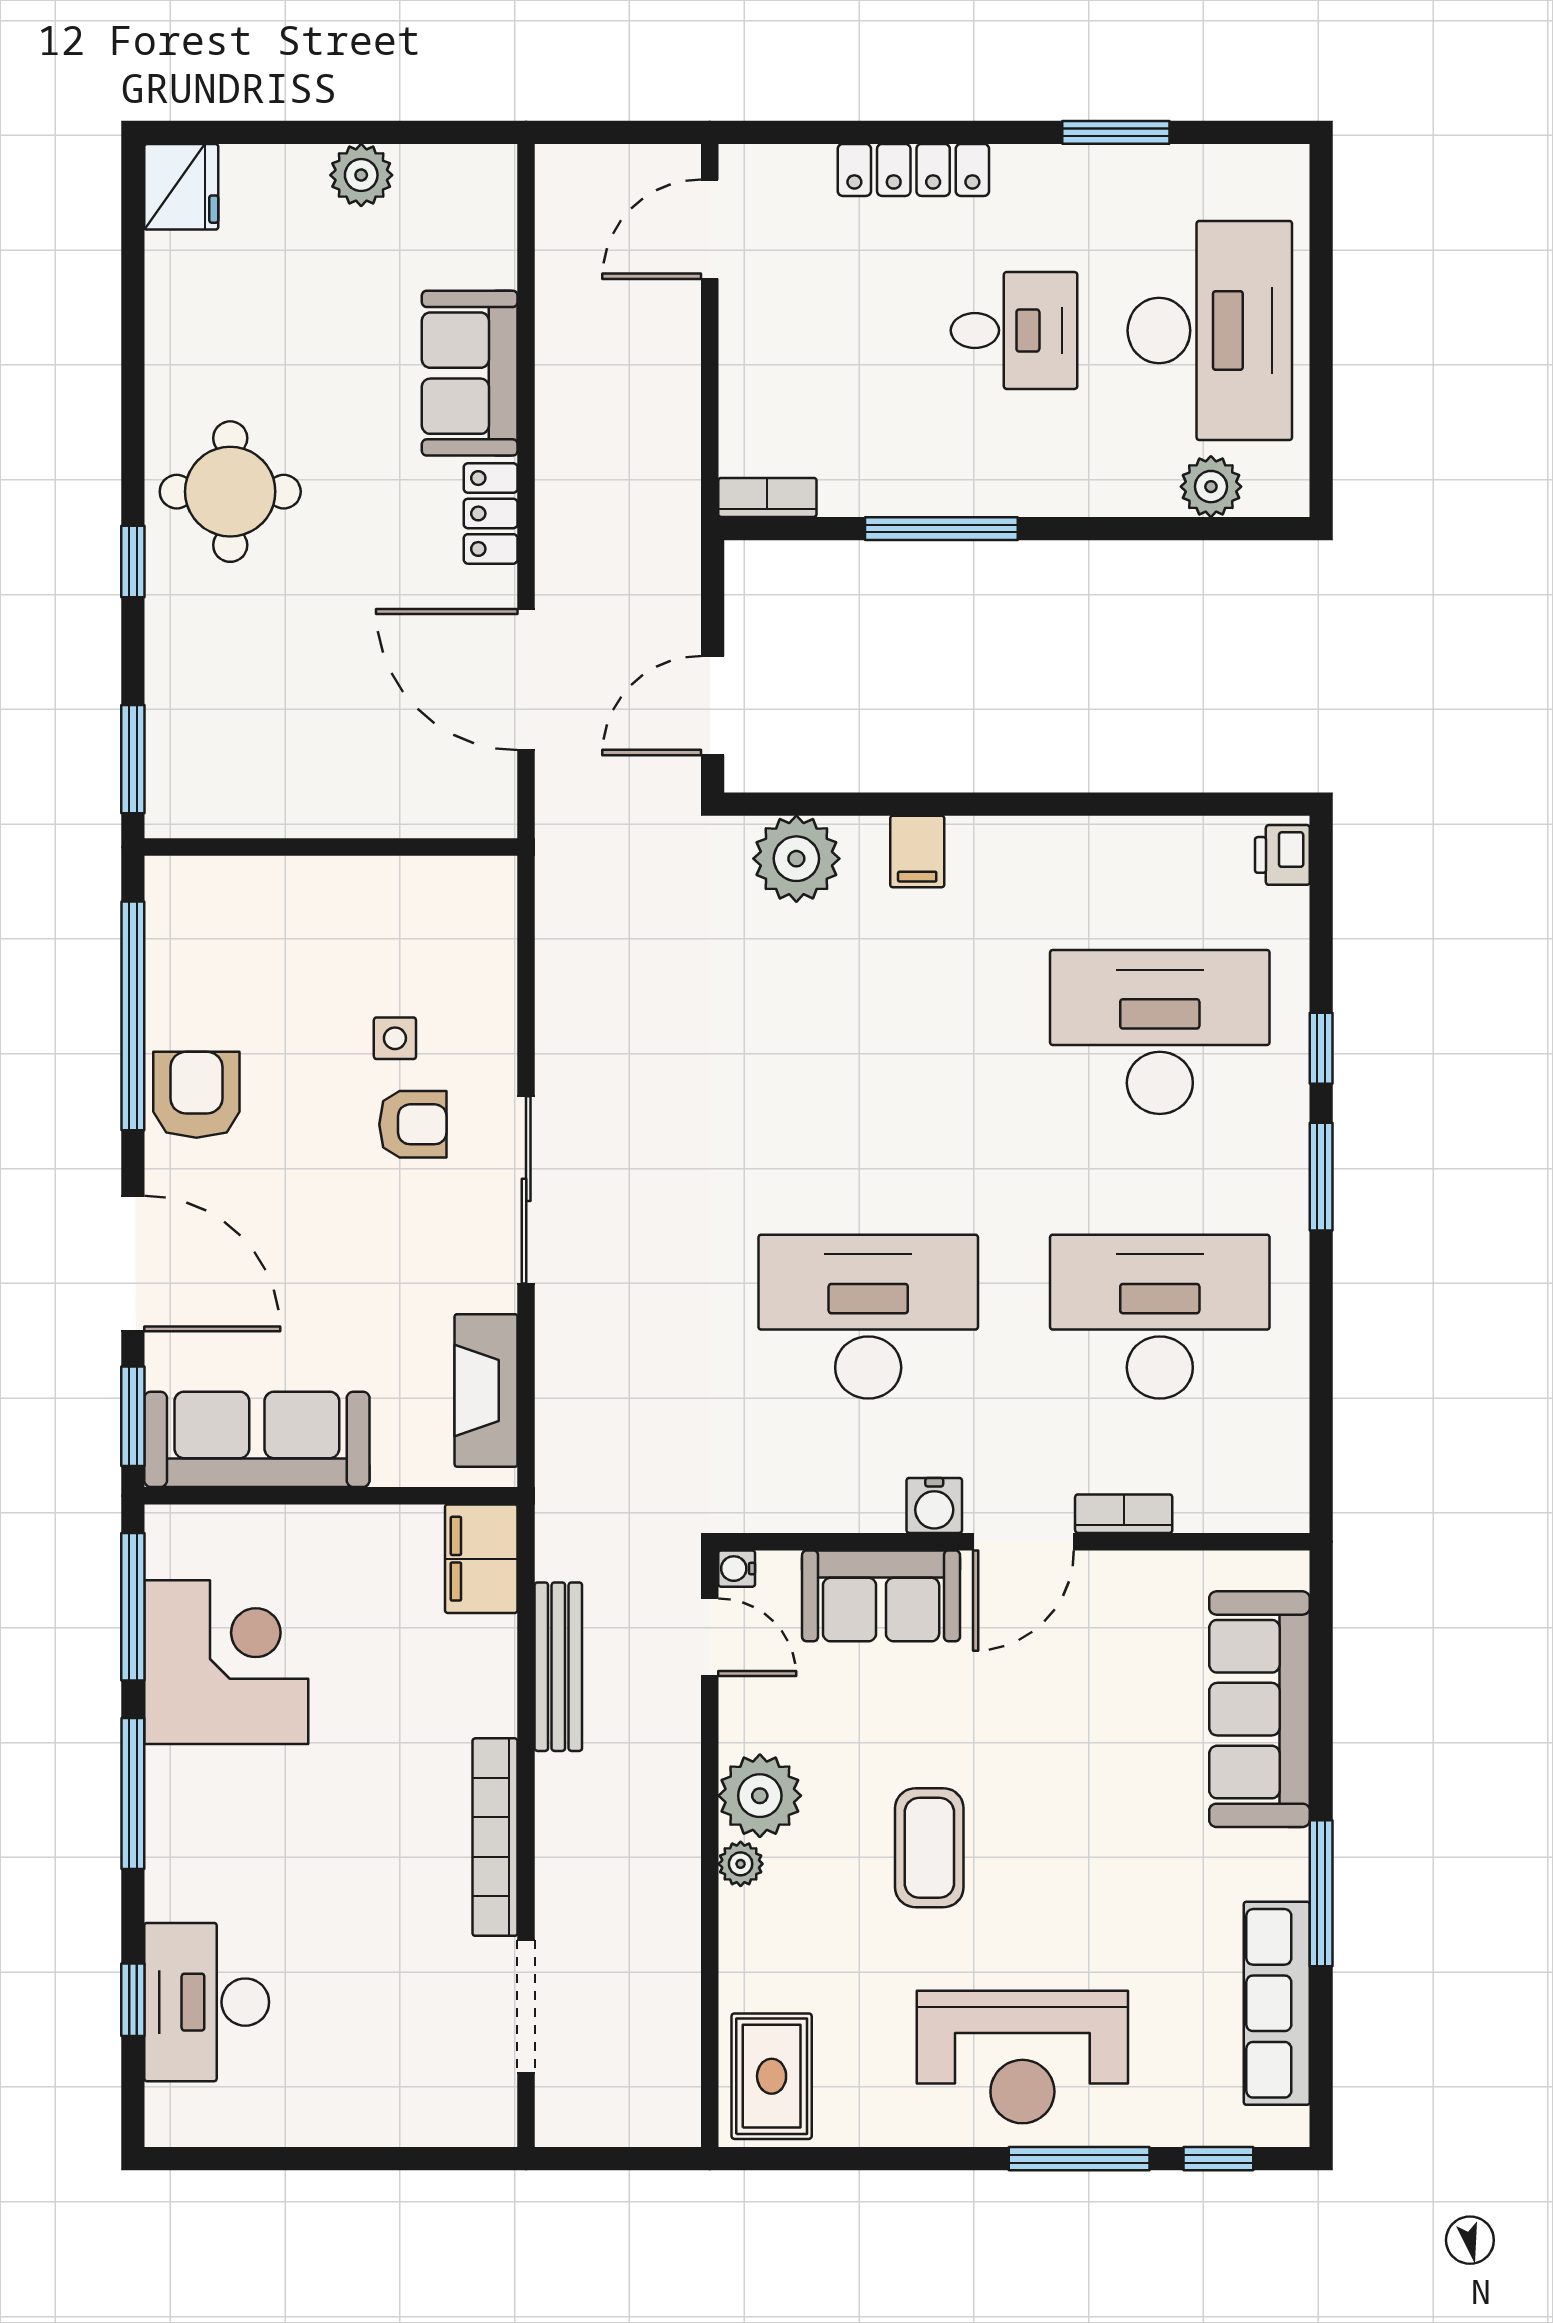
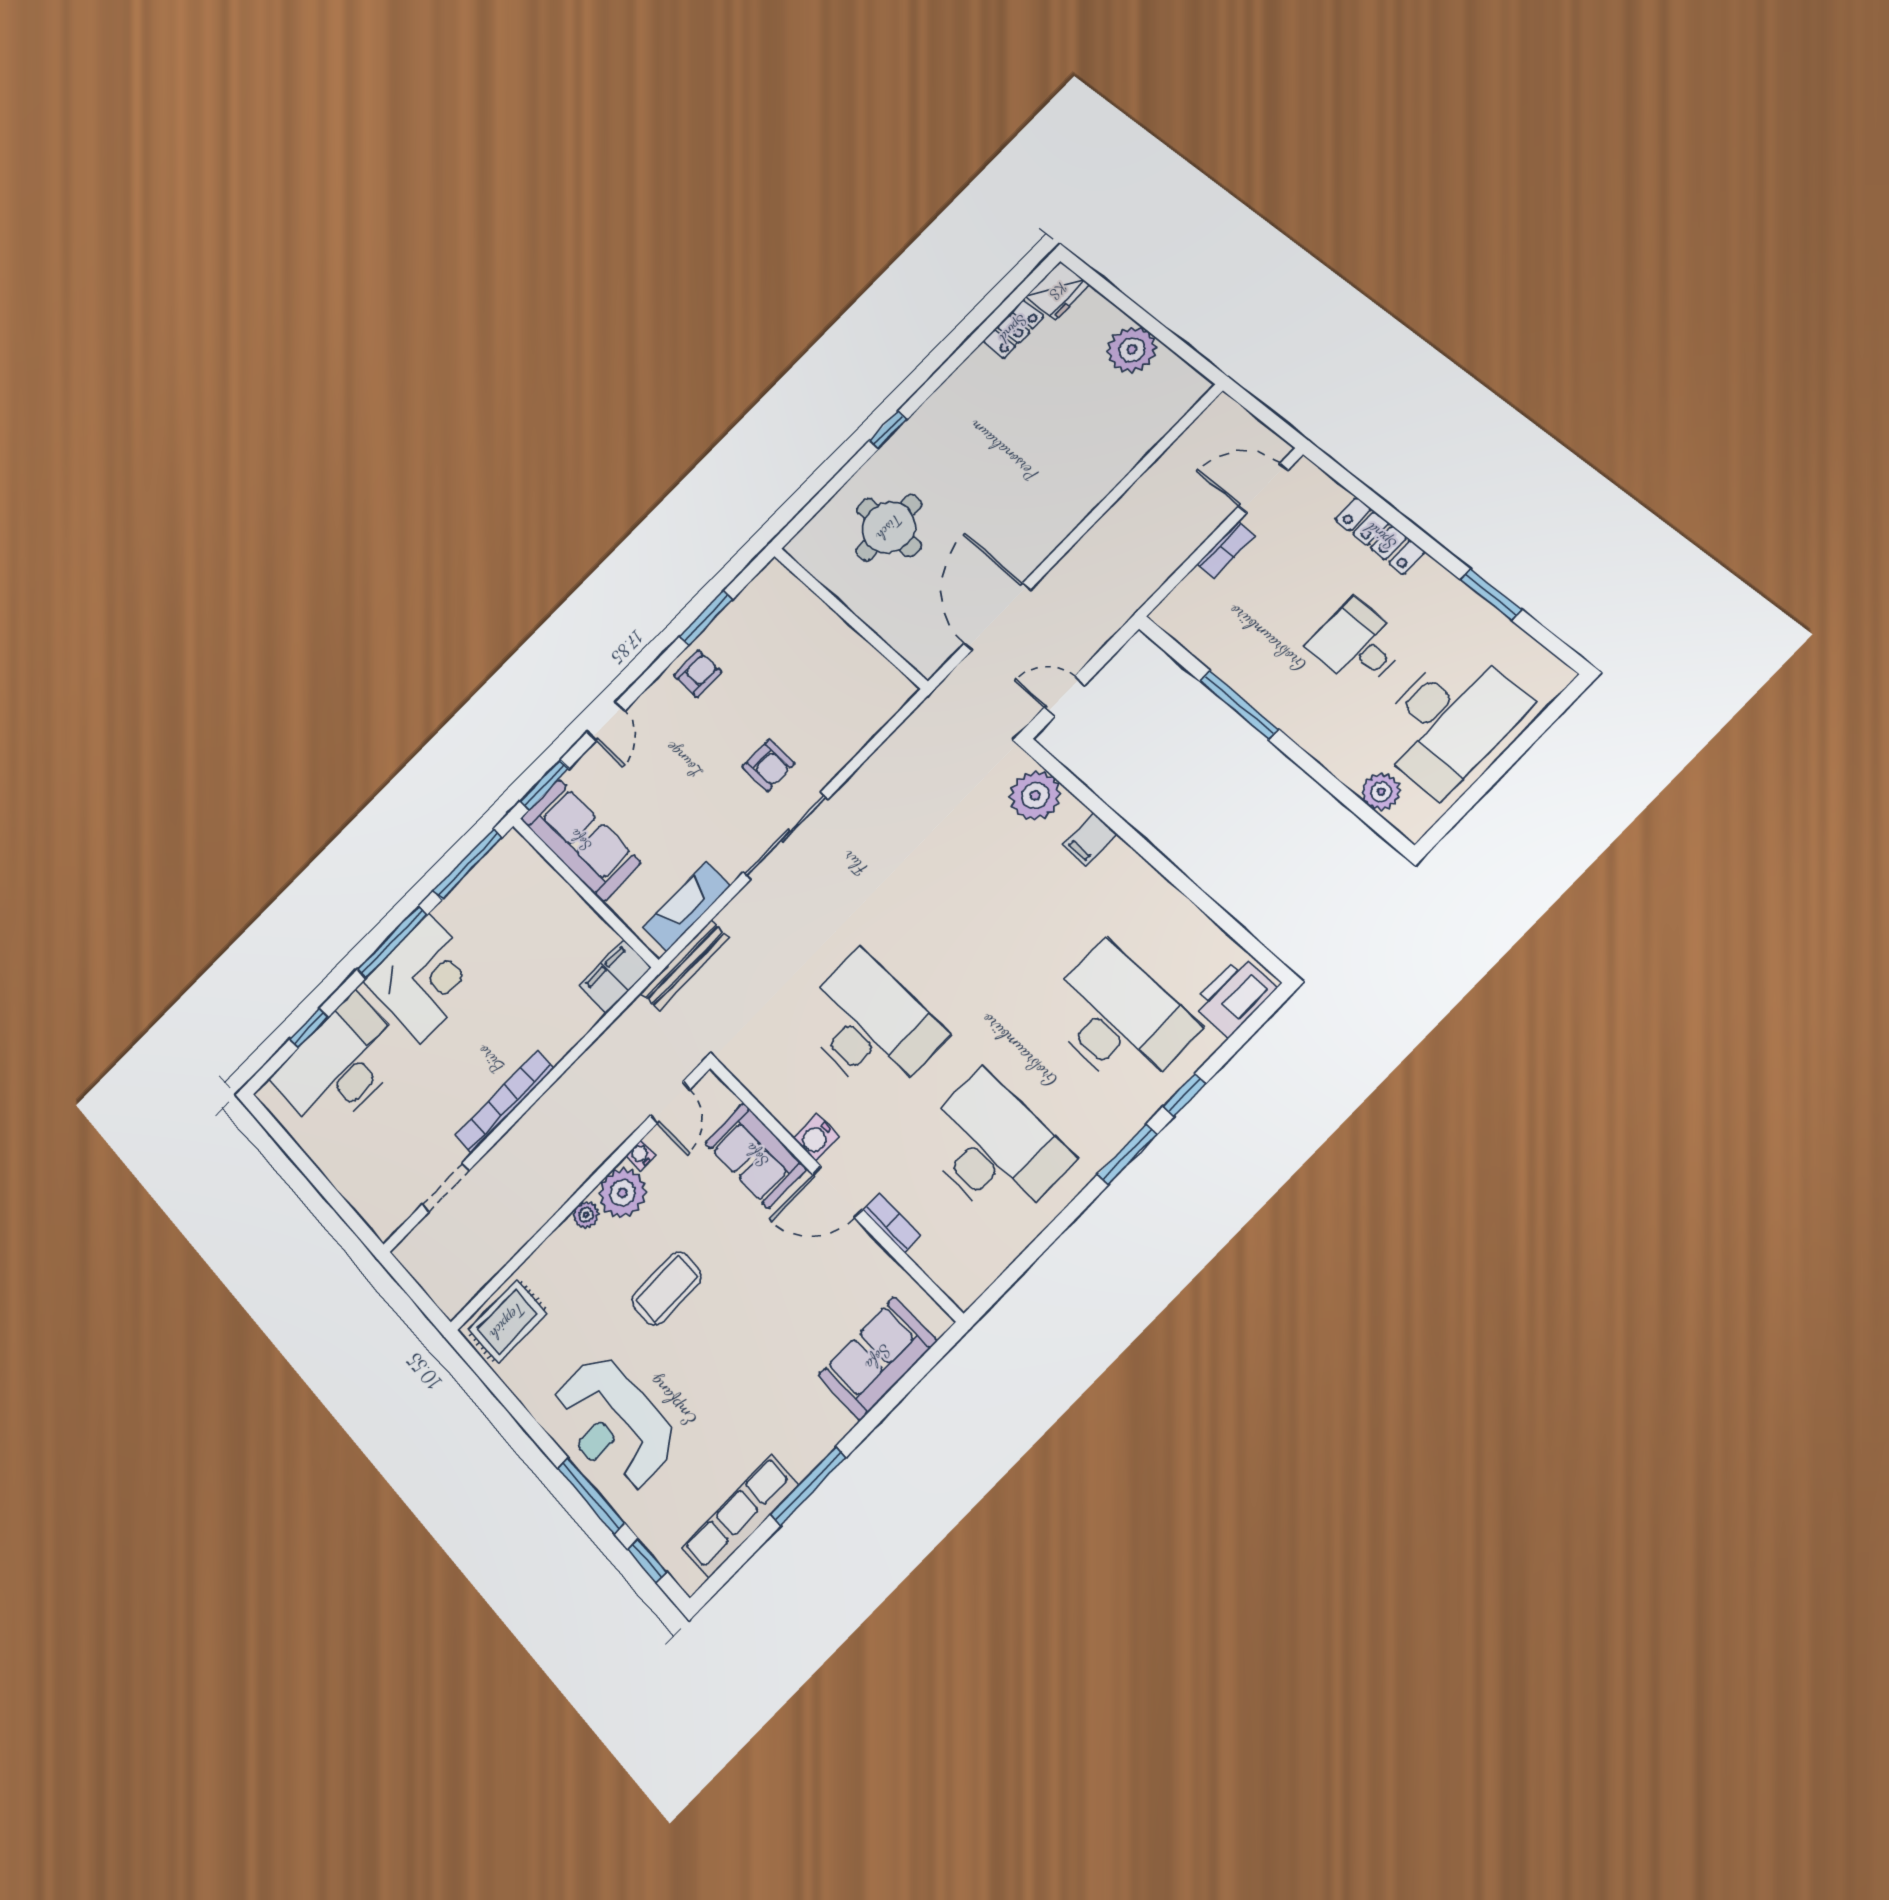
plant: (361, 175) -> (1132, 350), width x1.36, depth x1.36
desk: (1014, 330) -> (1357, 645), turned 180
sofa: (470, 373) -> (1101, 466), removed
round table: (230, 492) -> (889, 528), moved
bookcase: (767, 497) -> (1226, 550), moved, turned 90
locker: (491, 513) -> (1013, 329), moved, turned 180
door: (713, 706) -> (1064, 696), width x0.73
window: (133, 759) -> (809, 512), removed
printer: (1282, 855) -> (1235, 996), width x1.87, depth x1.48
window: (133, 1016) -> (706, 618), width x0.47
side table: (395, 1038) -> (797, 722), removed
armchair: (196, 1095) -> (698, 674), width x0.72, depth x0.72
door: (133, 1264) -> (606, 721), width x0.53
water cooler: (737, 1569) -> (641, 1155), moved
corner desk: (226, 1662) -> (424, 978), moved
bench: (558, 1667) -> (685, 965), moved
sofa: (1260, 1709) -> (878, 1358), width x0.73
desk: (207, 2002) -> (340, 1065), width x1.36, depth x1.30
doorway: (526, 2006) -> (446, 1187), width x0.73

